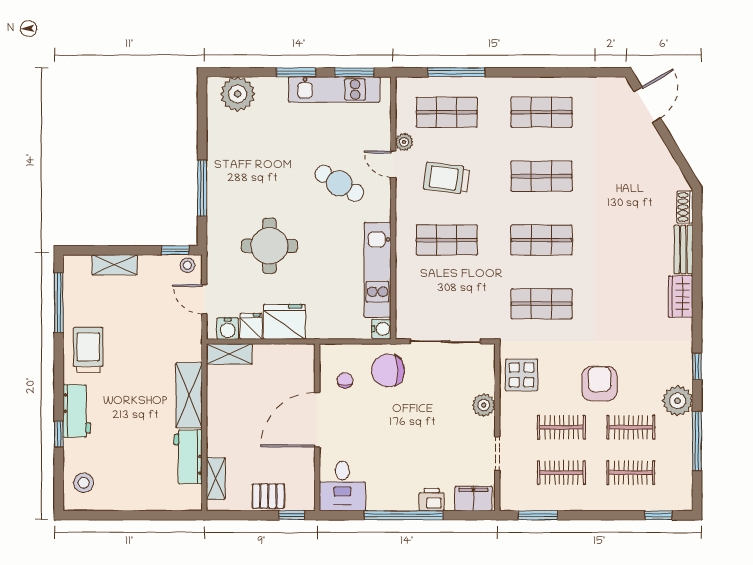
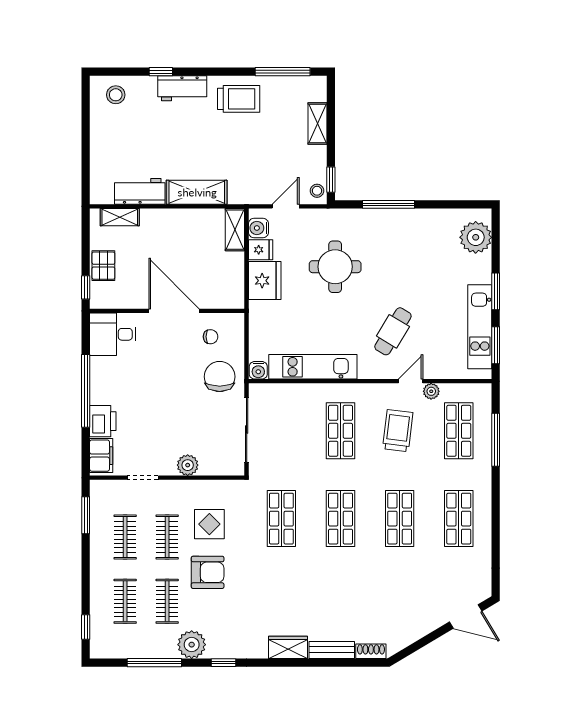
display table: (522, 375) -> (209, 524), moved
printer: (432, 499) -> (103, 421), width x1.36, depth x1.24

